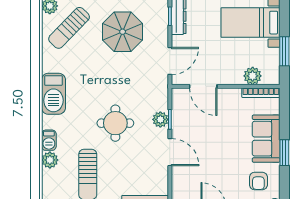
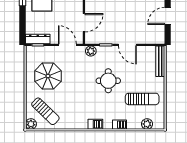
barbecue: (53, 94) -> (95, 124), width x0.53, depth x0.65
plant: (160, 119) -> (91, 51), moved
door: (170, 152) -> (127, 45), swing flipped
plant: (50, 160) -> (147, 124), moved

